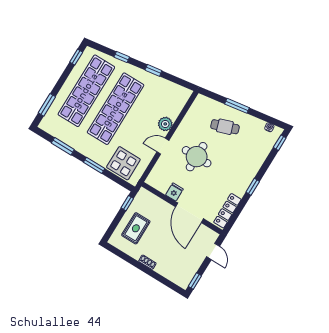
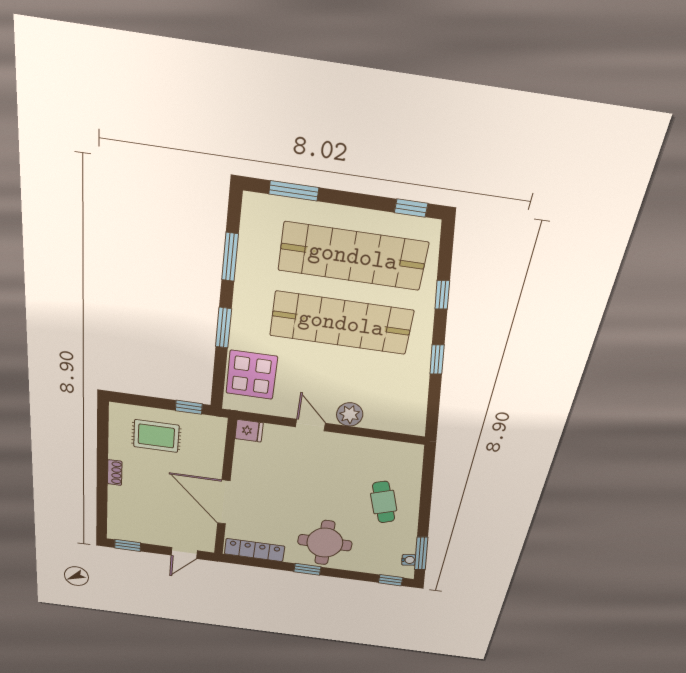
window: (237, 106) -> (421, 553), moved
round table: (197, 157) -> (325, 543), moved
fridge: (174, 192) -> (249, 431), moved
door: (189, 213) -> (224, 502), hinge flipped

